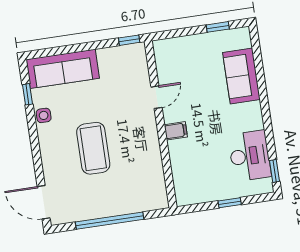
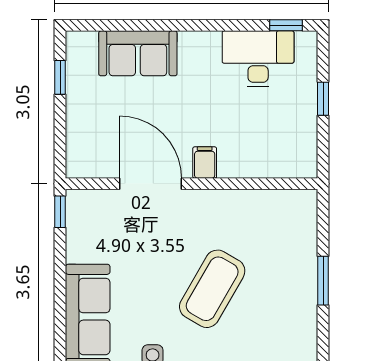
door: (157, 97) -> (151, 184), width x1.88
coffee table: (93, 148) -> (212, 289), turned -60
window: (110, 221) -> (323, 281), width x0.47

